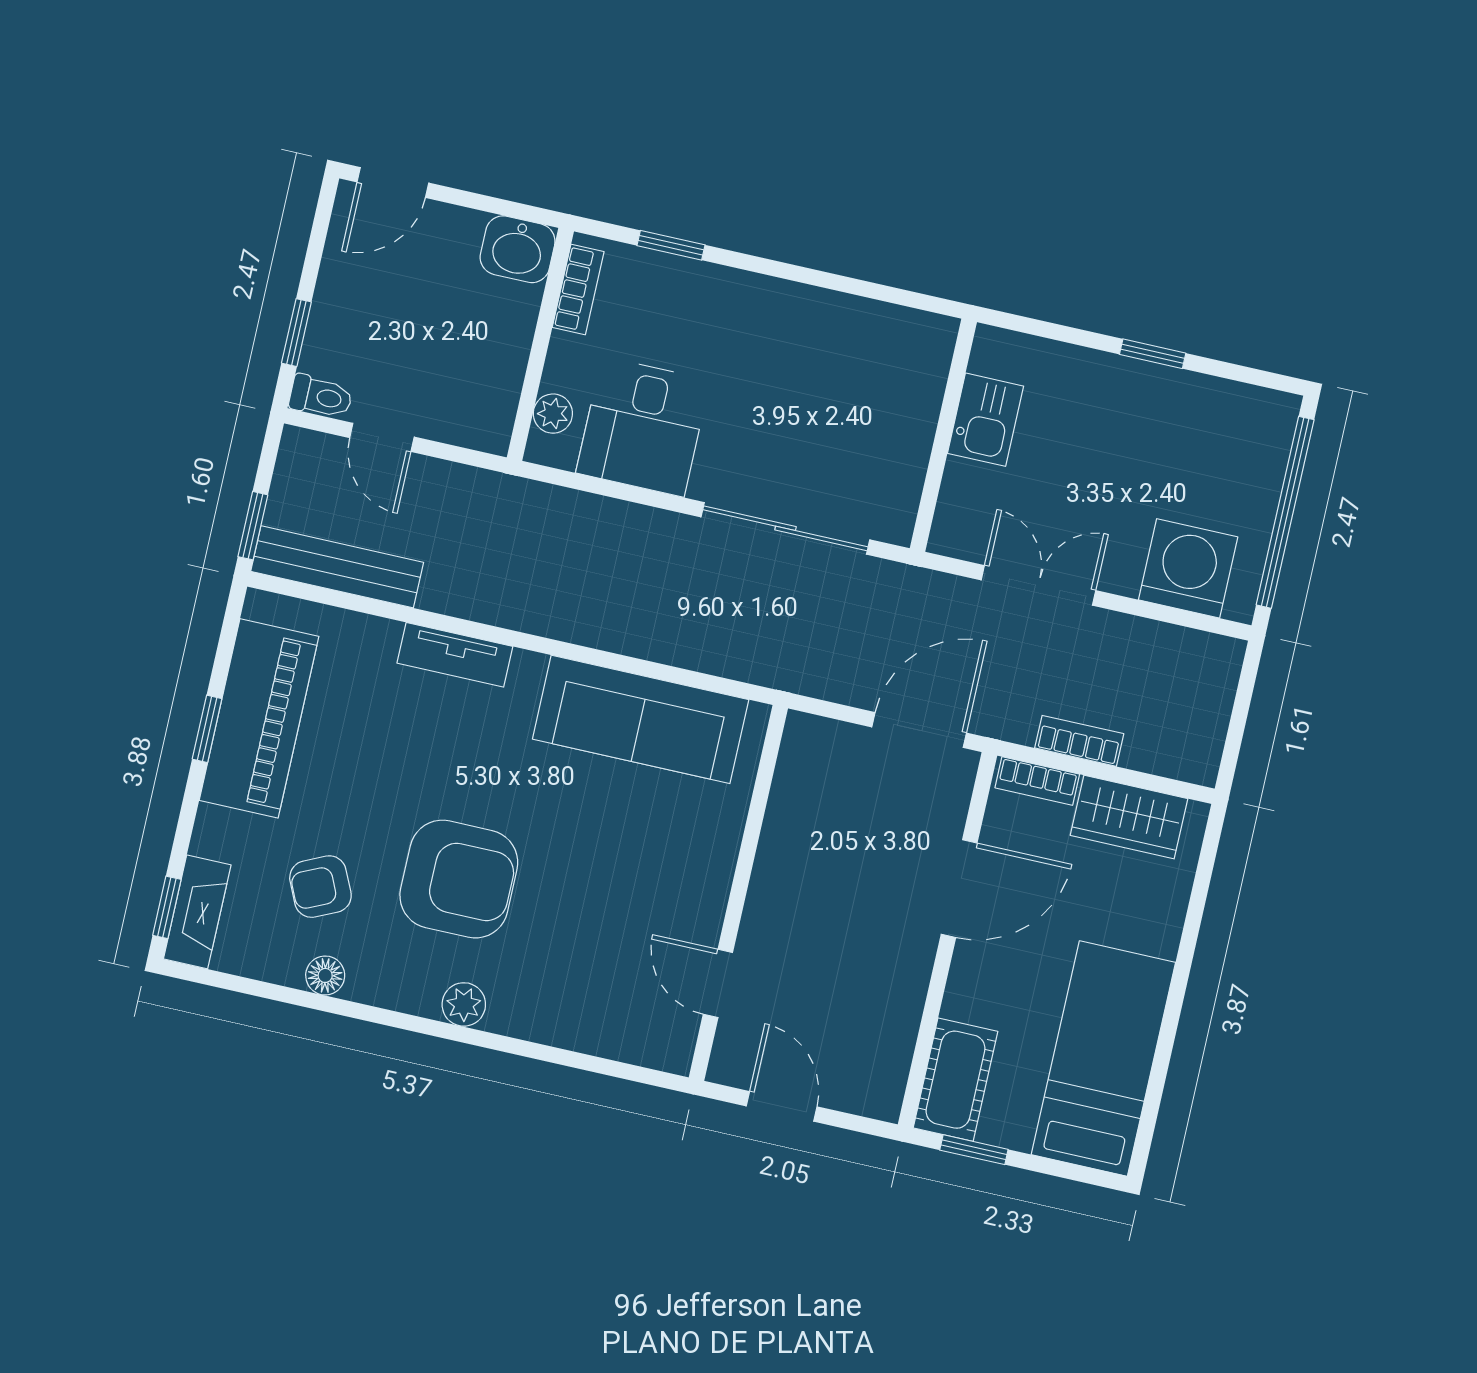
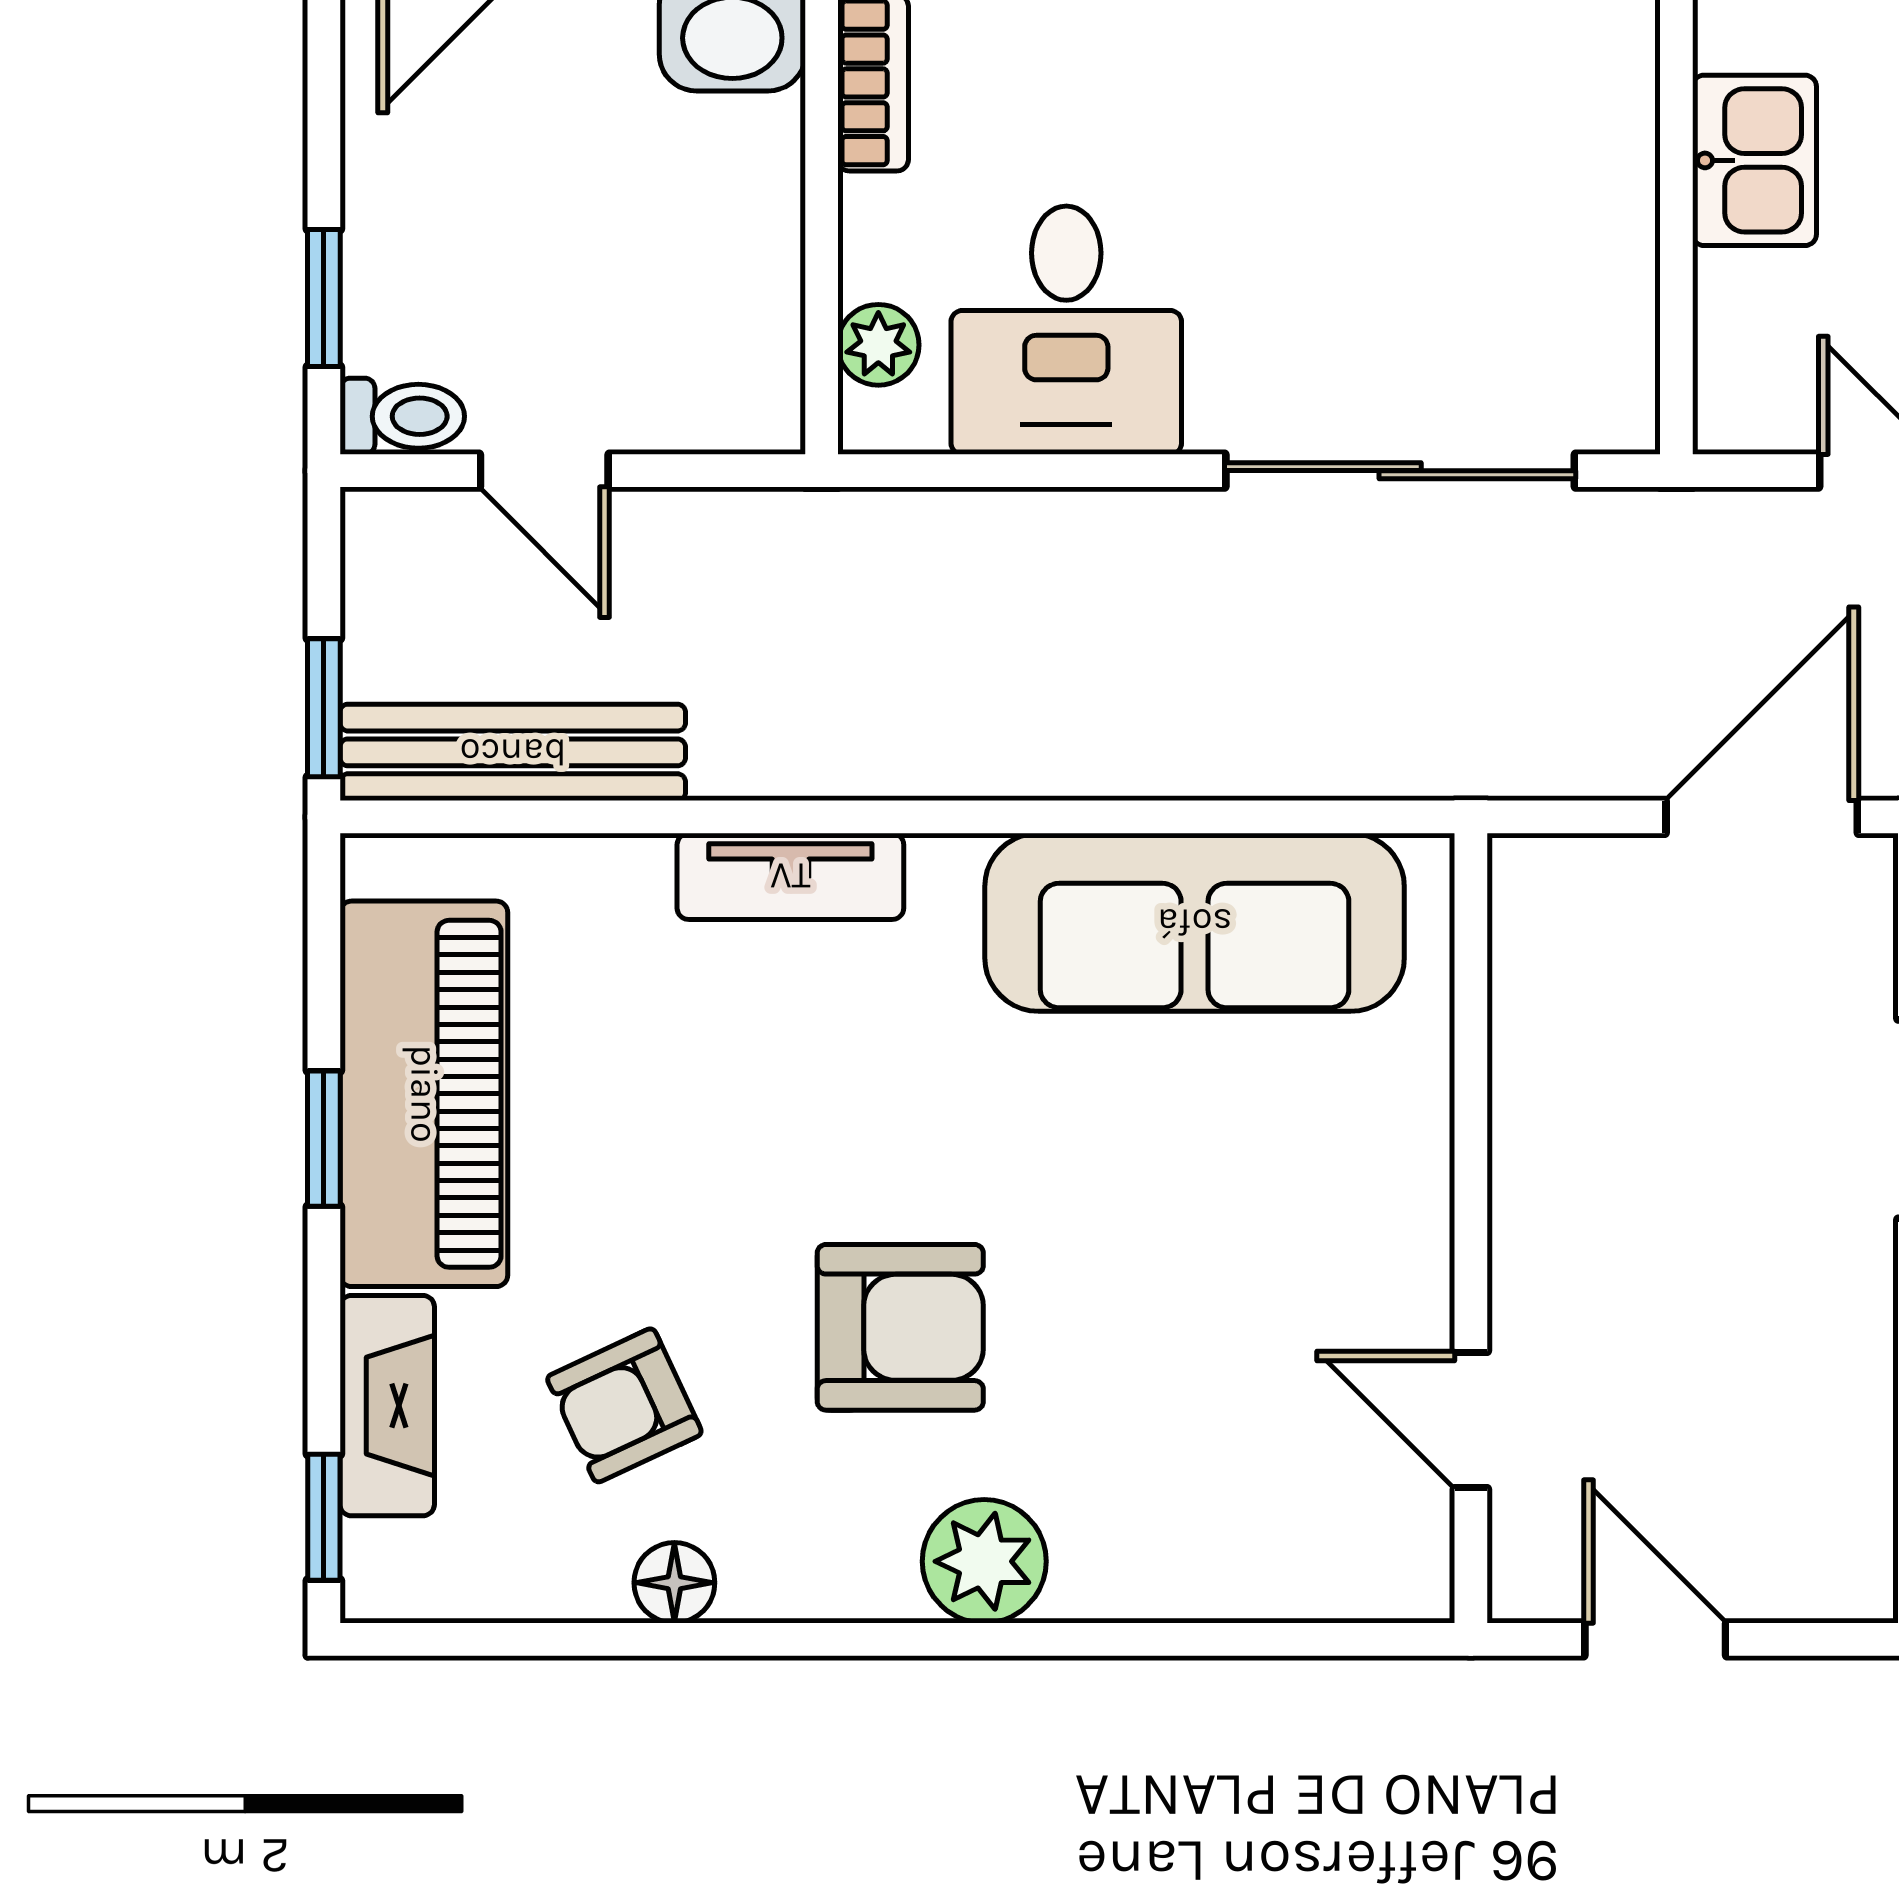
armchair: (459, 879) -> (900, 1327), width x0.73, depth x0.73
fireplace: (197, 912) -> (387, 1406), moved
plant: (464, 1004) -> (984, 1561), width x1.38, depth x1.38

